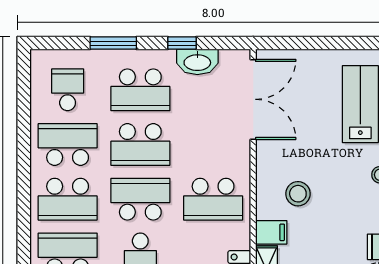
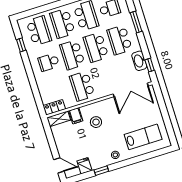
window: (182, 43) -> (150, 65), moved
school desk: (140, 199) -> (72, 55), turned 180

